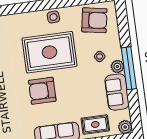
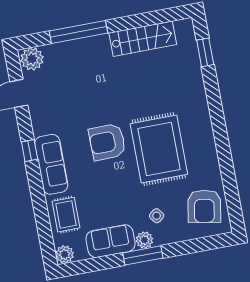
side table: (53, 17) -> (206, 152), removed
window: (129, 68) -> (143, 255), width x0.68
armchair: (42, 91) -> (107, 142), turned -91

